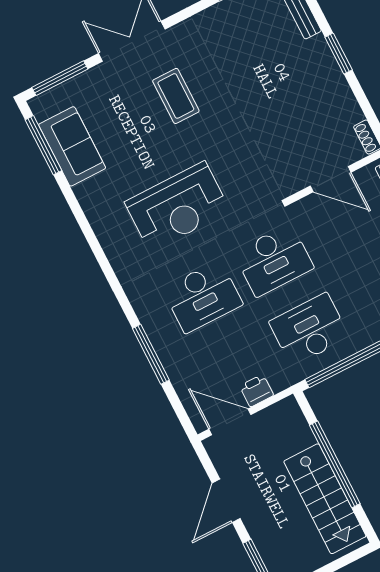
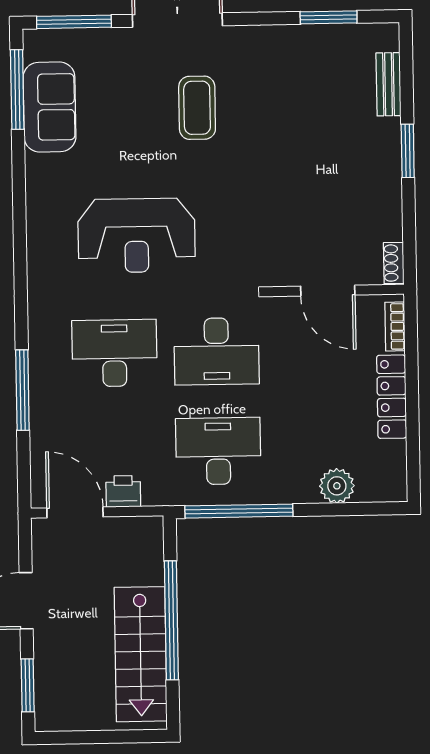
desk: (203, 297) -> (114, 353), turned 180

